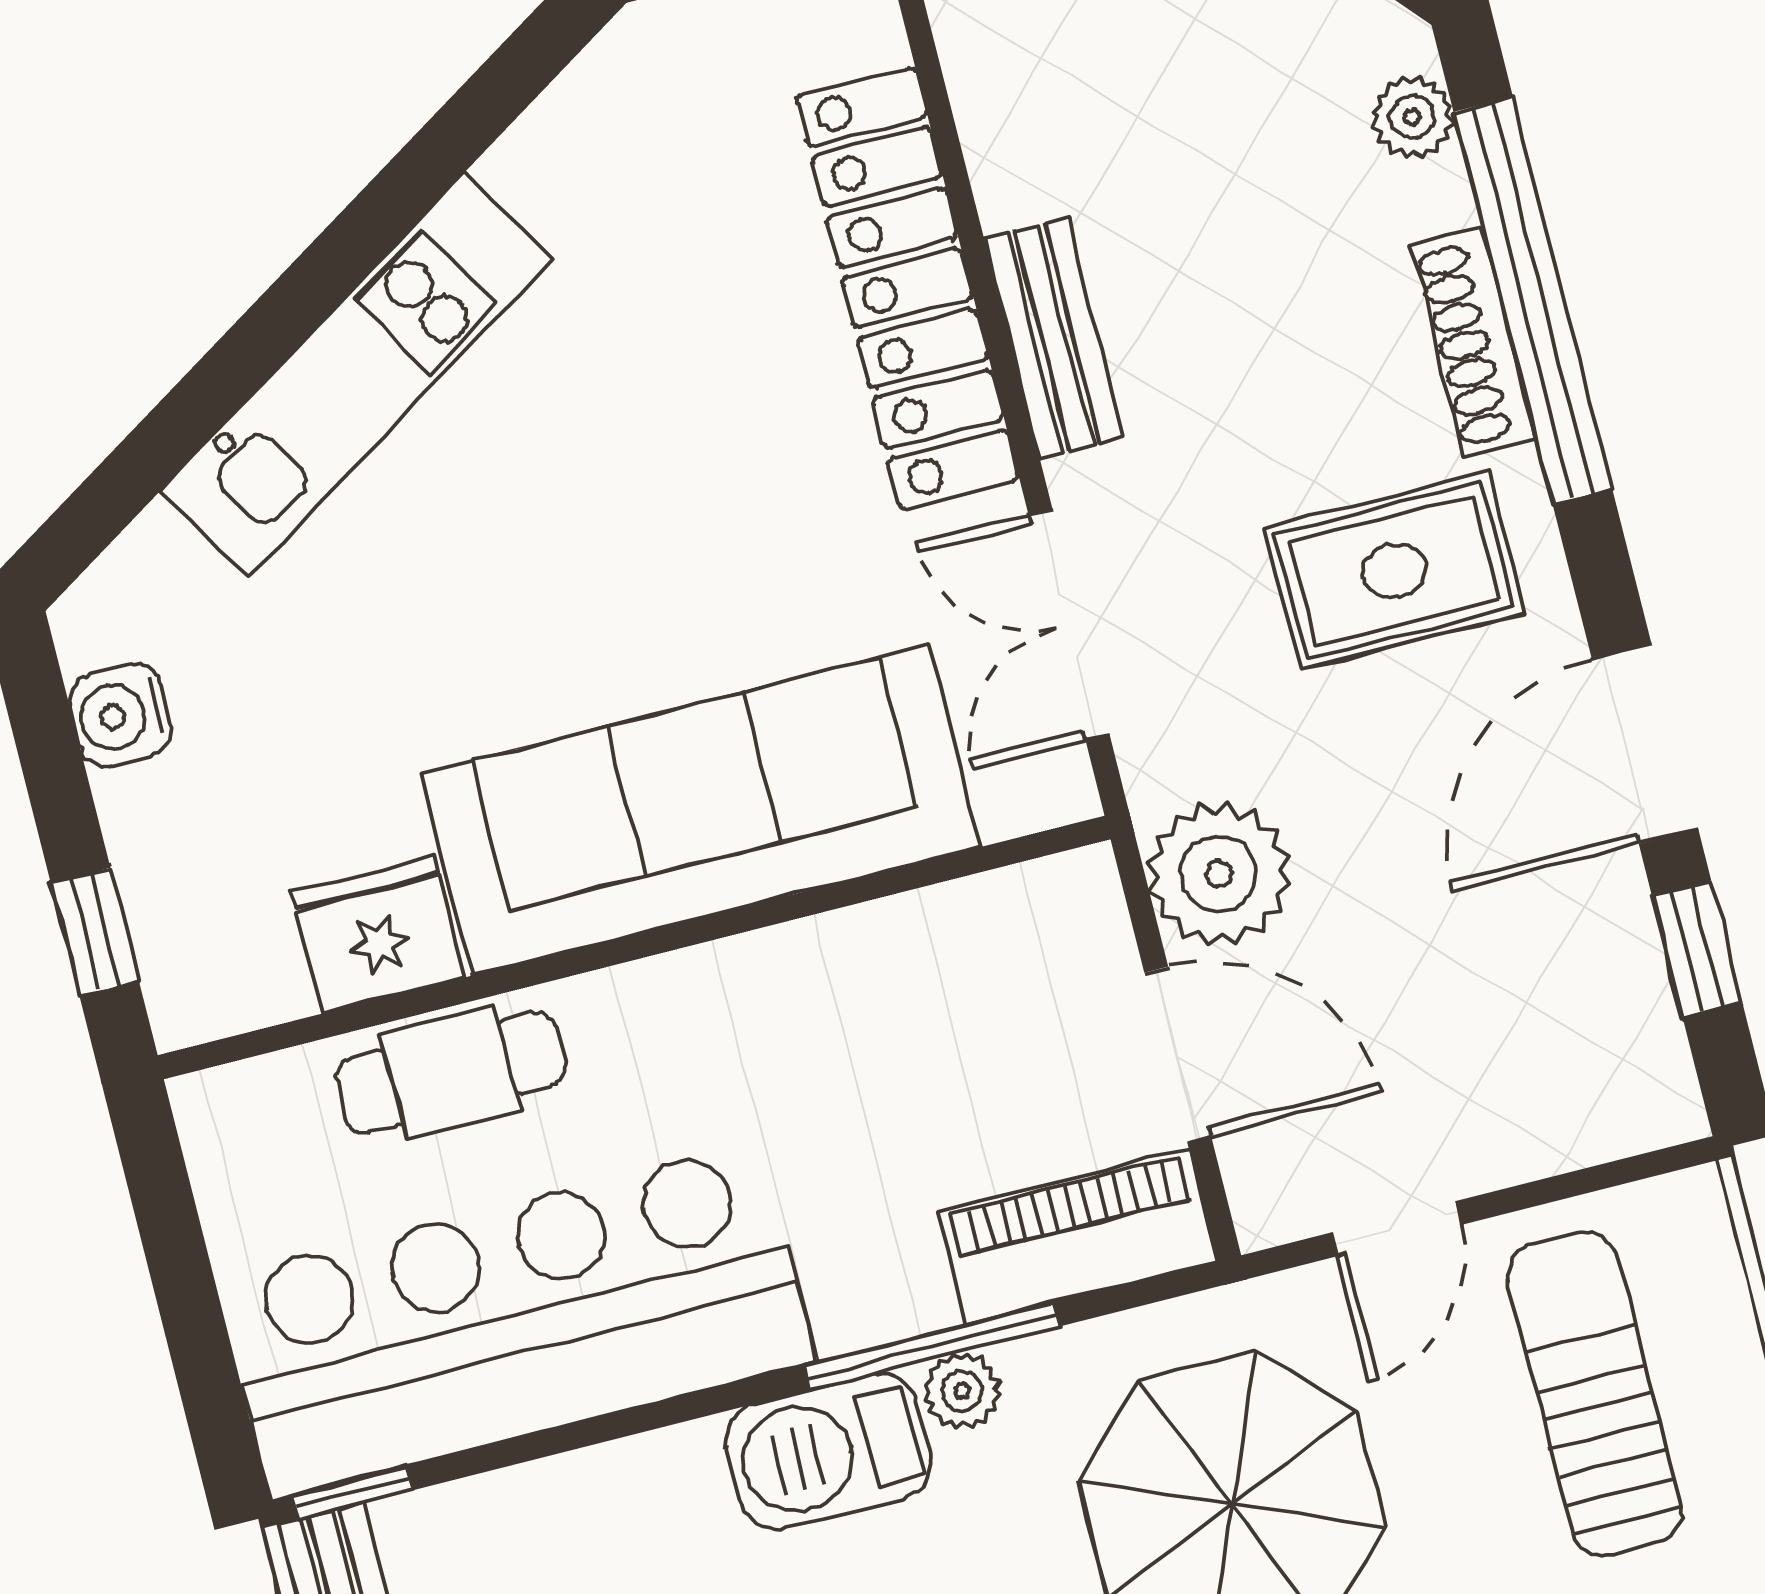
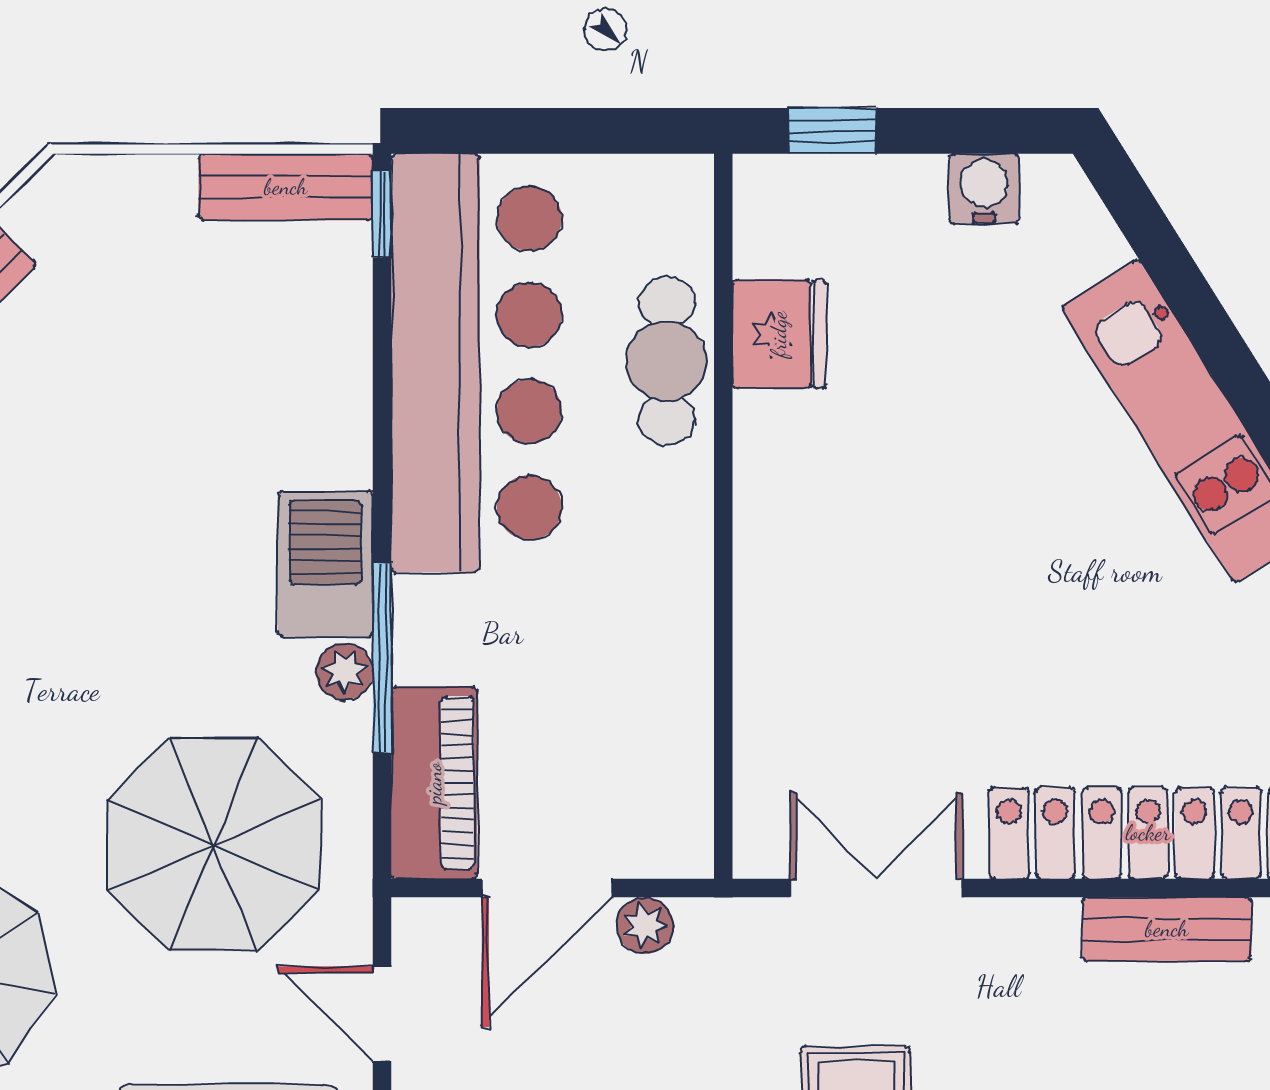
bench: (1054, 338) -> (1167, 929), moved
sofa: (701, 810) -> (810, 589), removed
plant: (1219, 874) -> (645, 926), width x0.53, depth x0.53

